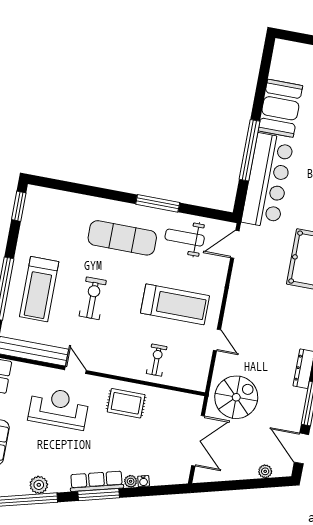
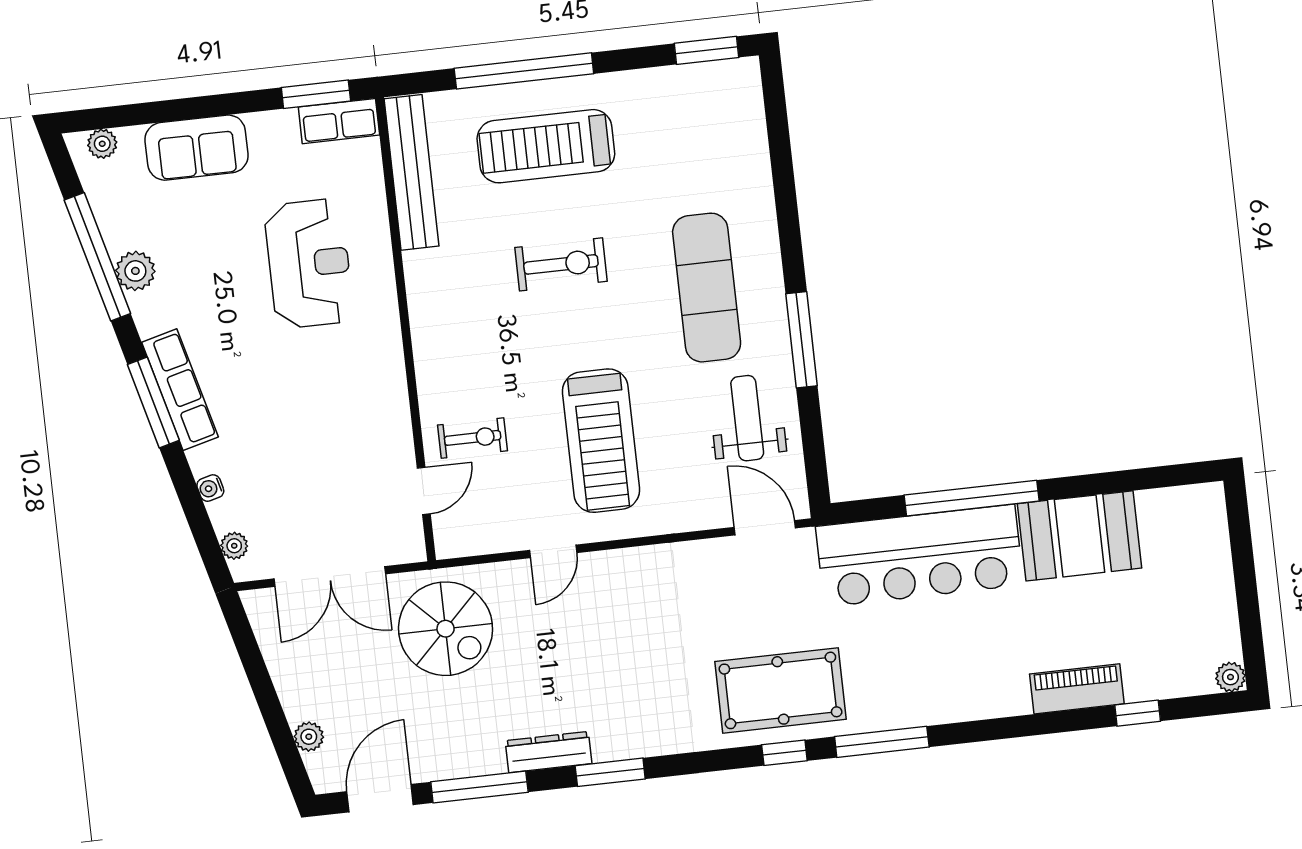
door: (76, 370) -> (424, 491), moved
rug: (126, 403) -> (362, 402), removed
plant: (131, 481) -> (234, 546), moved

